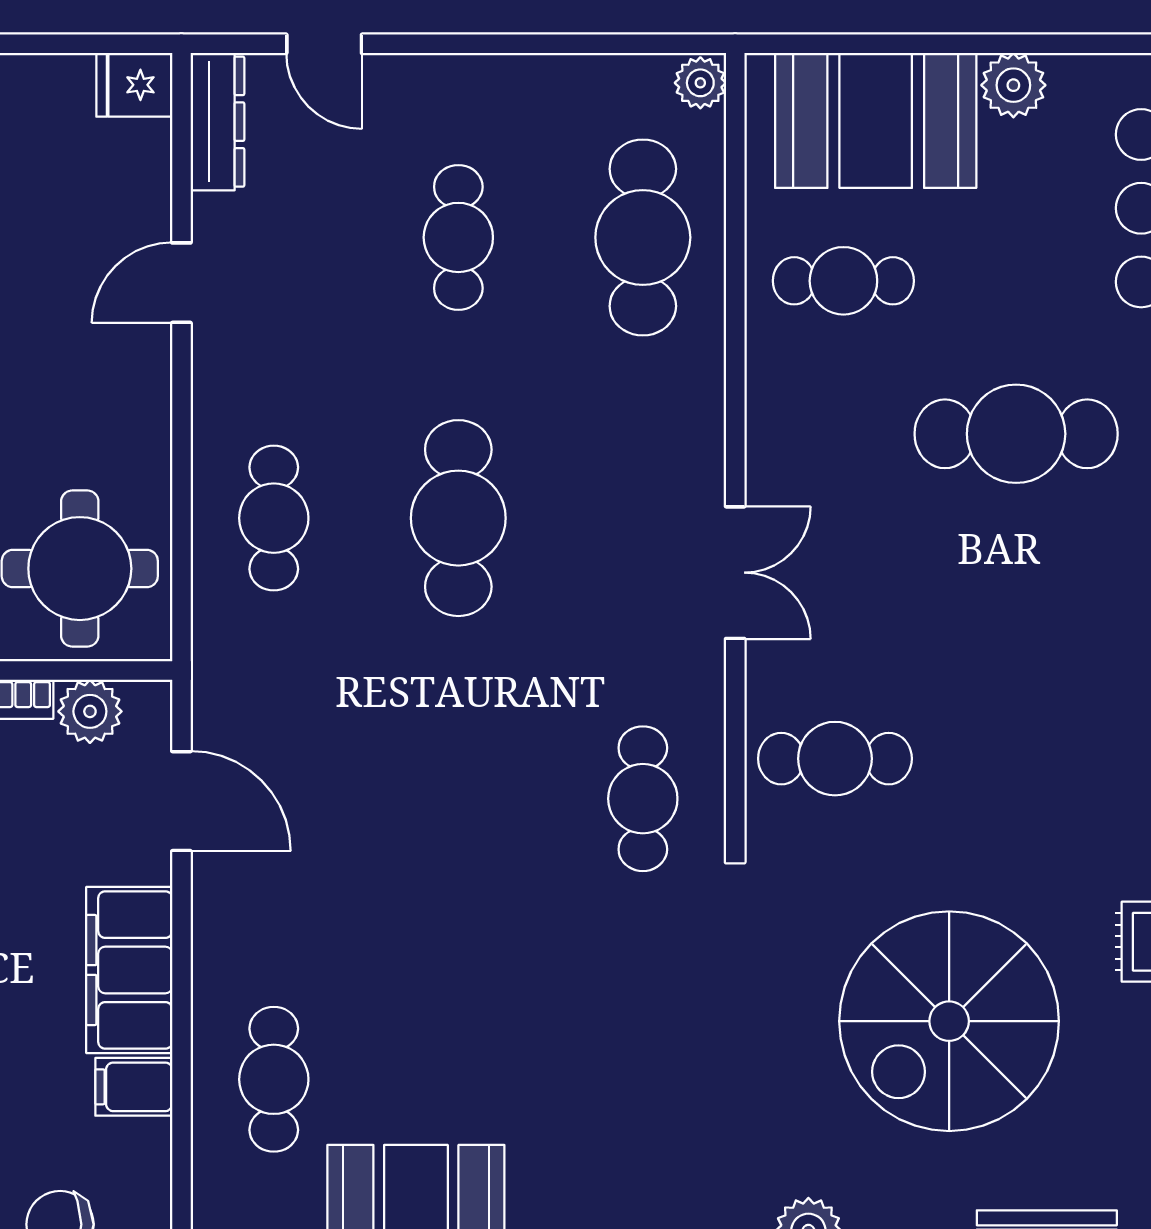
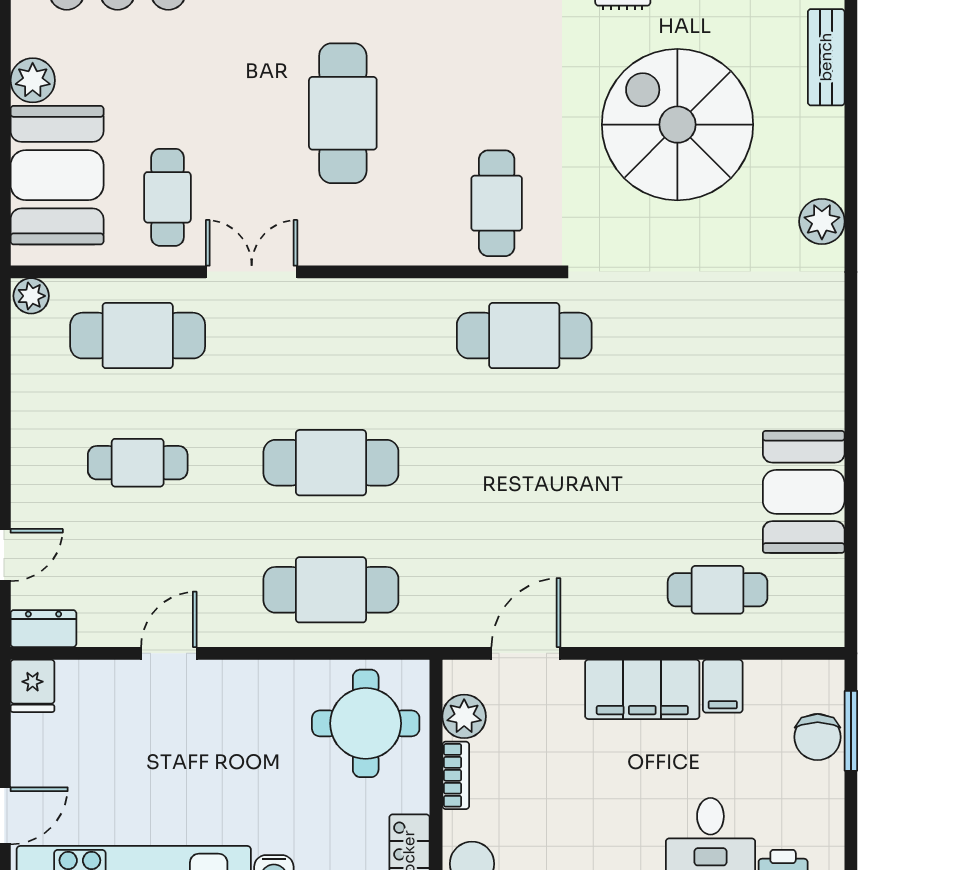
dresser: (217, 122) -> (43, 629), width x0.70
door: (181, 283) -> (169, 653), swing flipped
cafe table: (1016, 434) -> (343, 113), moved
cafe table: (274, 518) -> (331, 590), width x1.37, depth x1.35
double door: (735, 573) -> (252, 272), moved
cafe table: (643, 799) -> (524, 336), width x1.37, depth x1.35
spiral stairs: (949, 1021) -> (677, 125), turned 180

